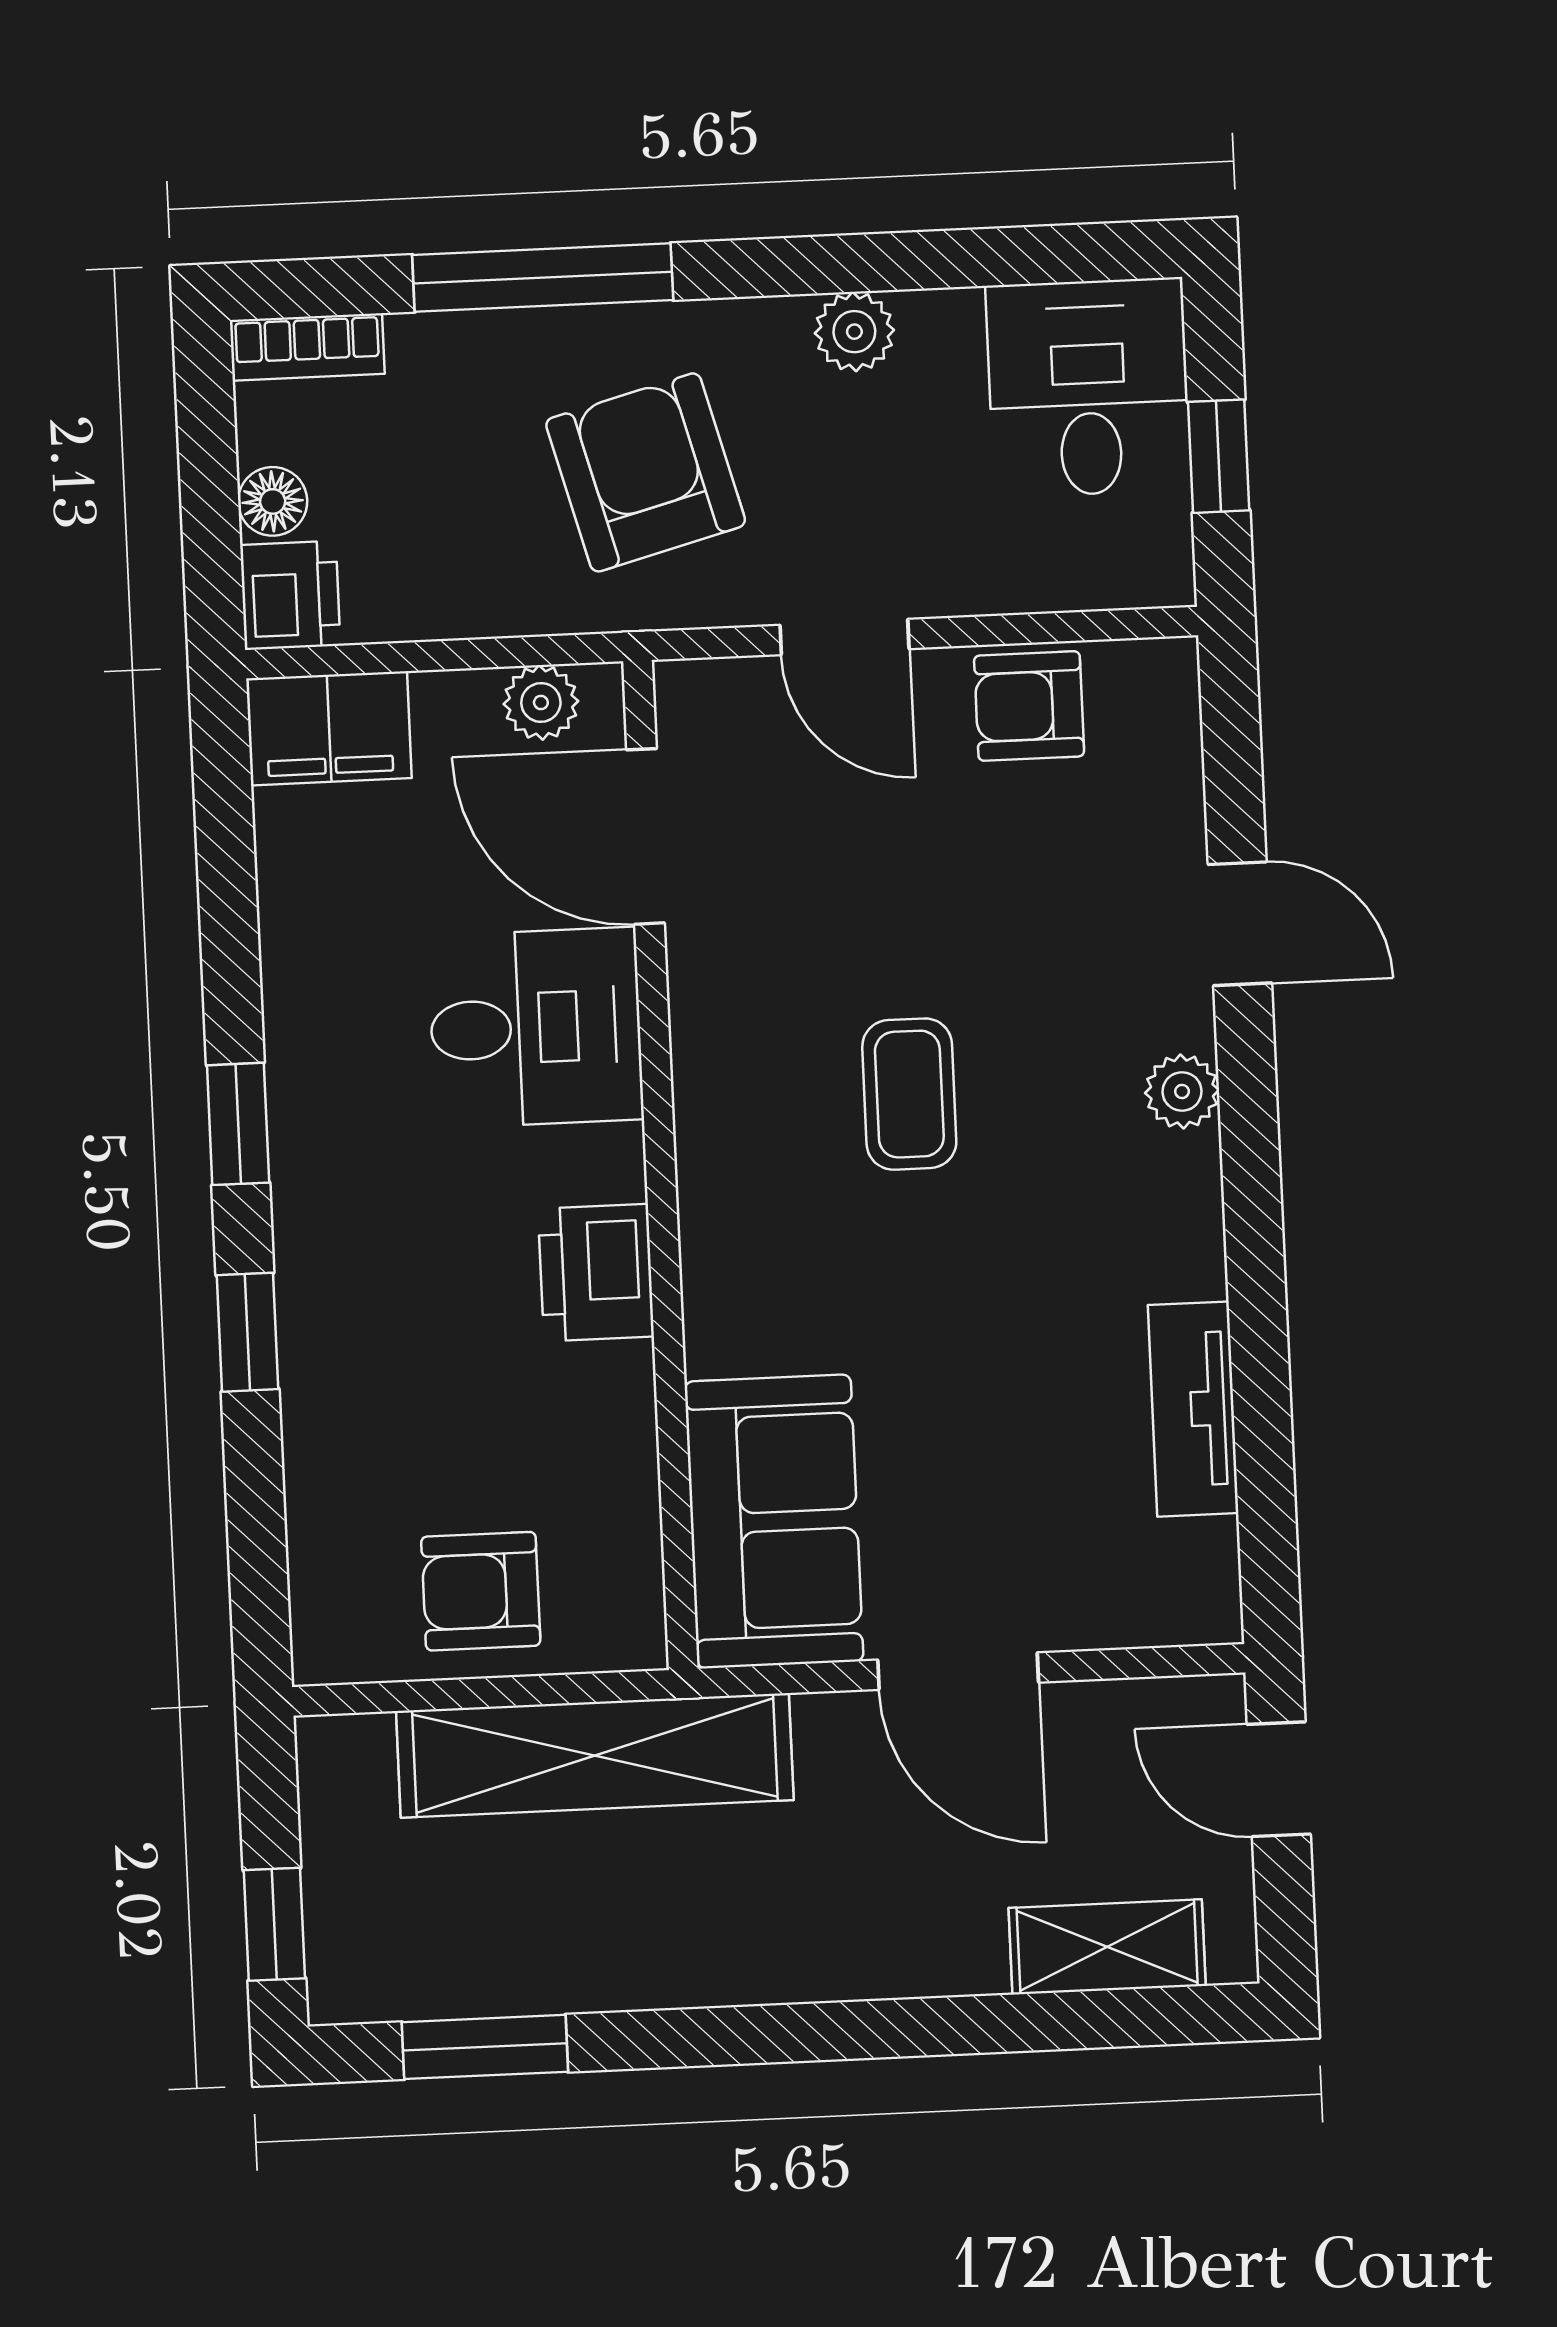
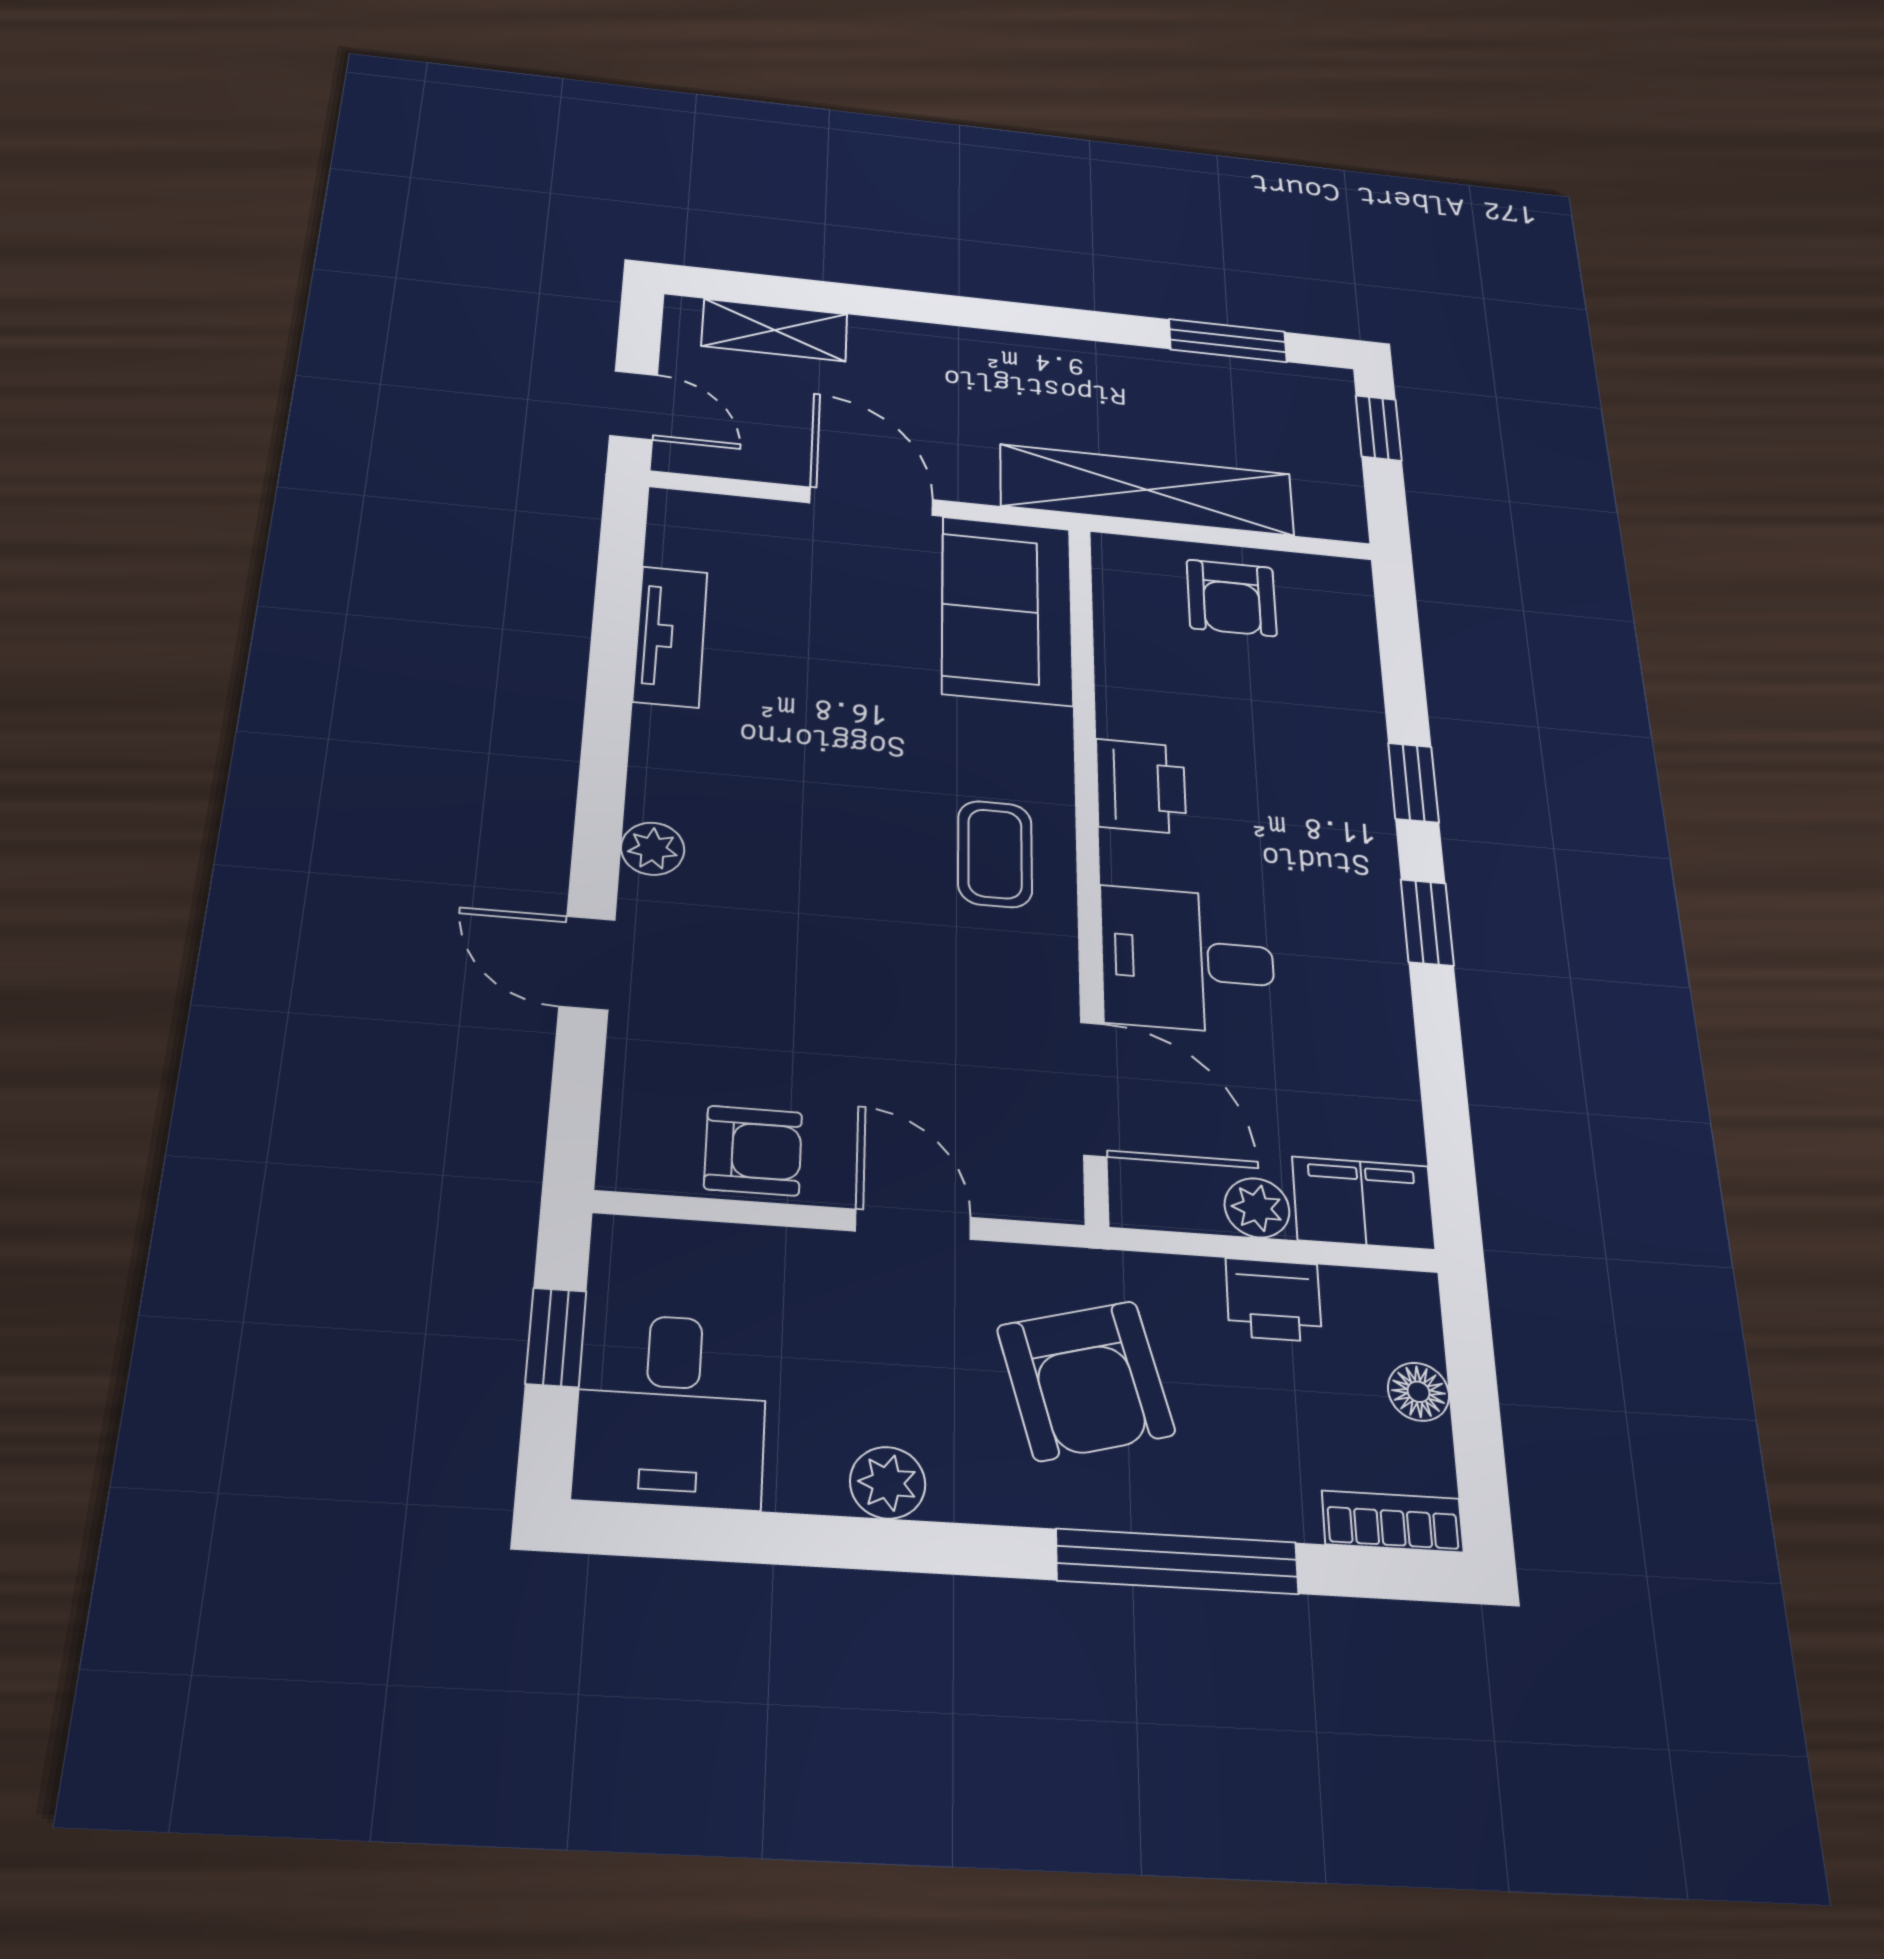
printer: (290, 595) -> (1274, 1300), moved, turned -90
plant: (541, 702) -> (1257, 1208), moved
coffee table: (909, 1094) -> (995, 854), moved
armchair: (481, 1591) -> (1232, 598), turned 90

